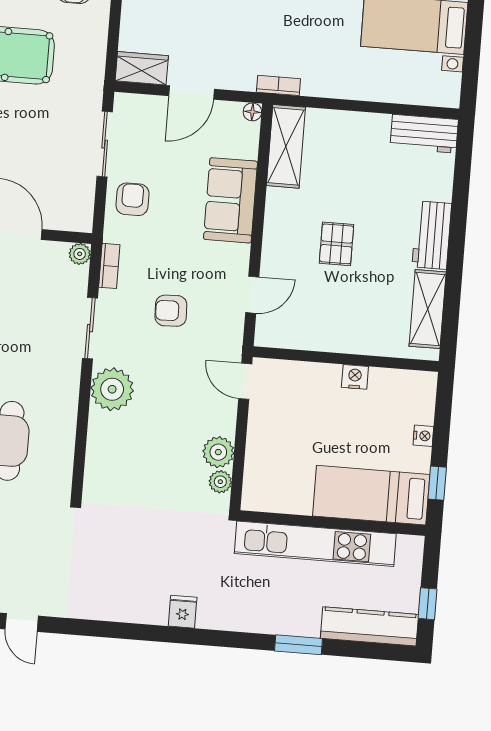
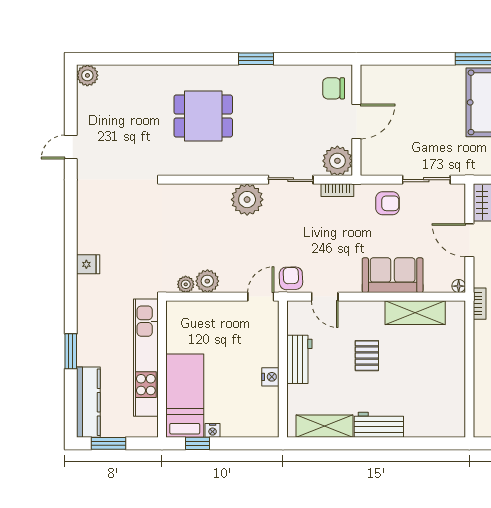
workbench: (424, 134) -> (299, 359), moved, turned 180
shelving: (286, 146) -> (415, 313), moved
pallet: (337, 244) -> (367, 356), turned 90
plant: (80, 254) -> (337, 161), width x1.87, depth x1.87
armchair: (171, 311) -> (291, 278), moved
nightstand: (423, 436) -> (213, 430), moved
window: (428, 604) -> (109, 443), width x1.50

